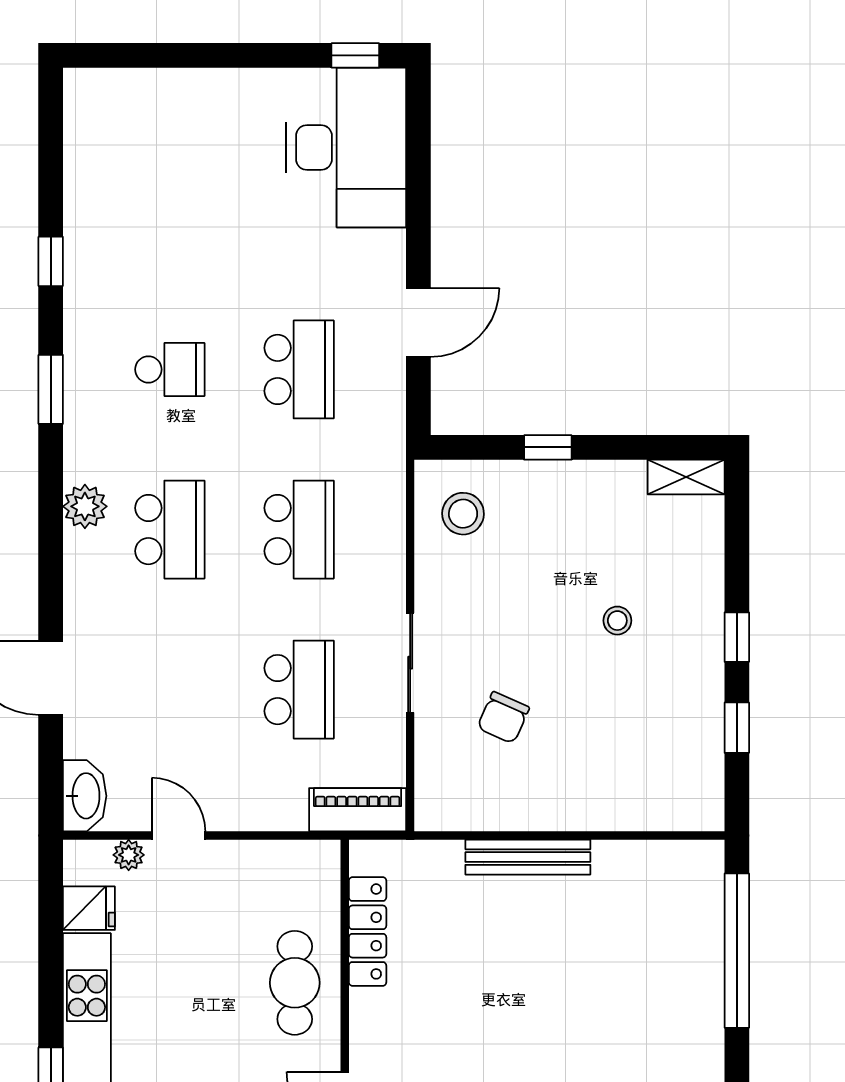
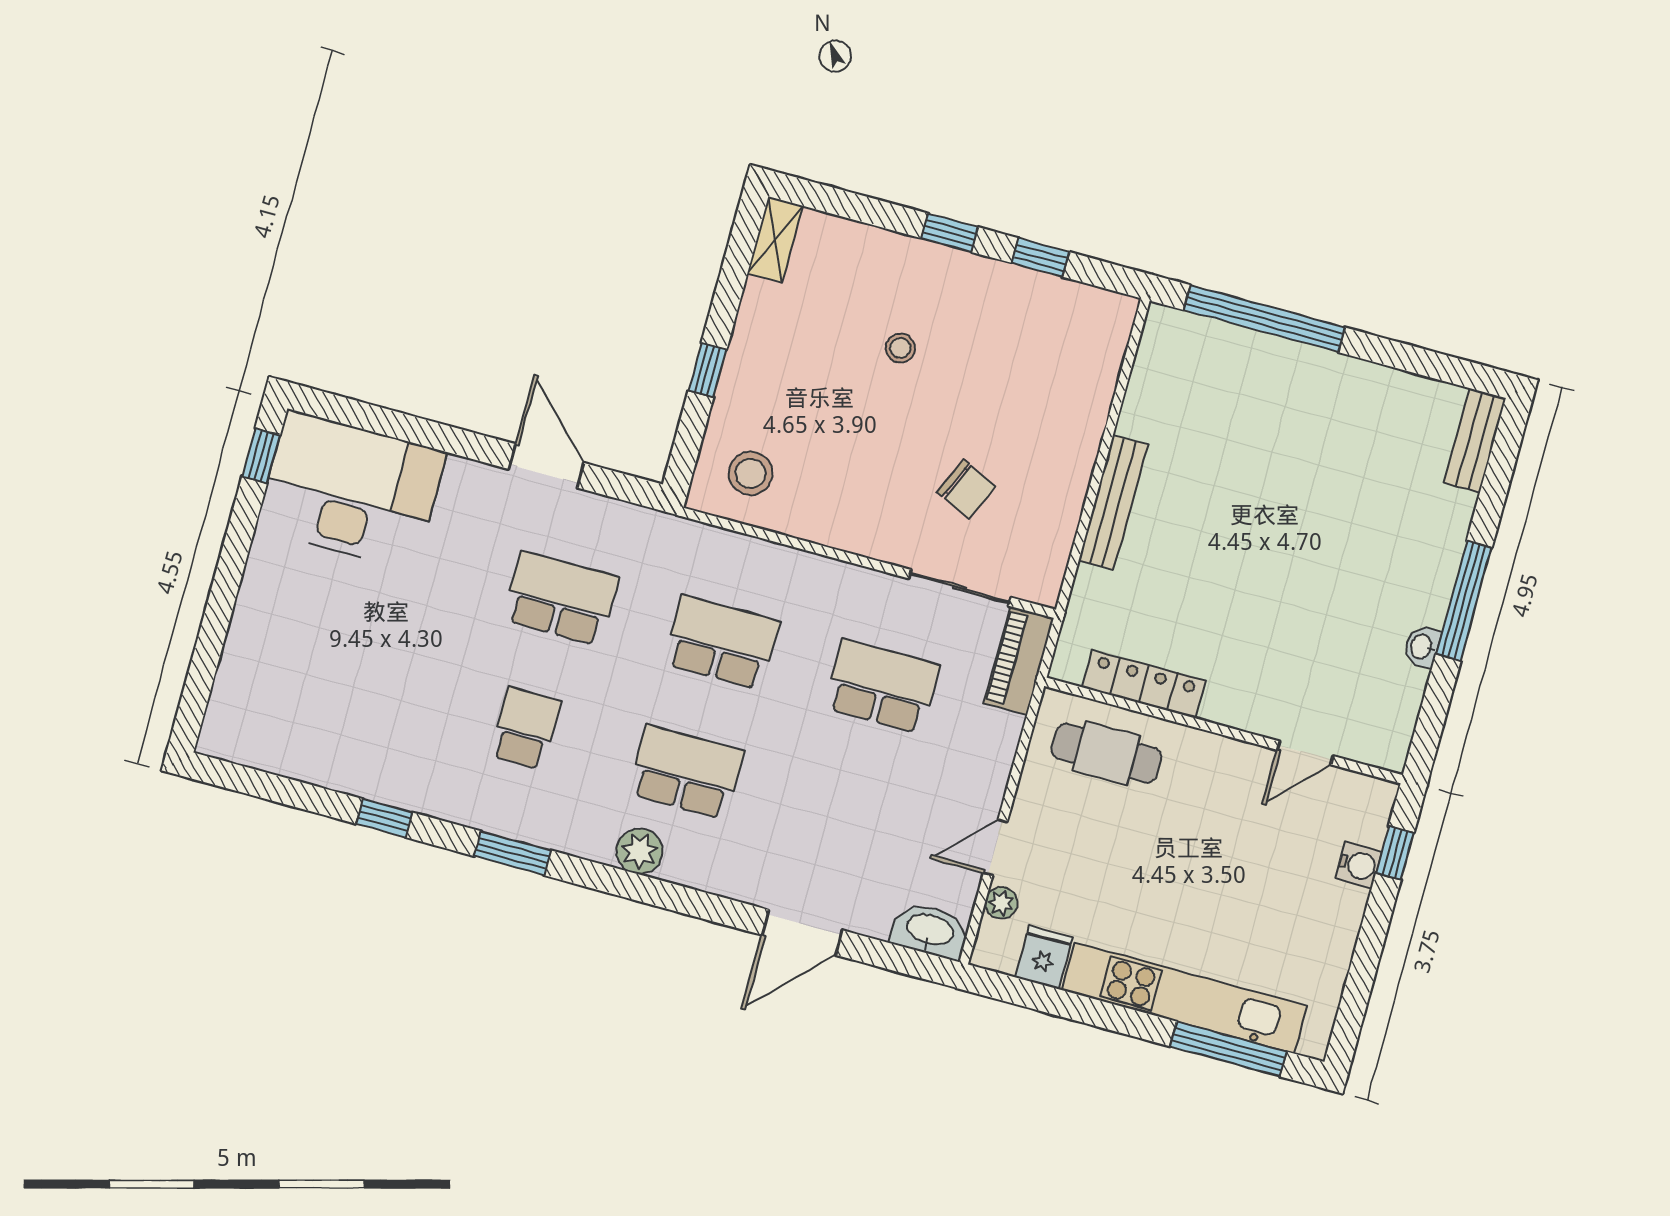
sliding door: (410, 663) -> (959, 588), moved
cafe table: (295, 983) -> (1106, 753), moved

